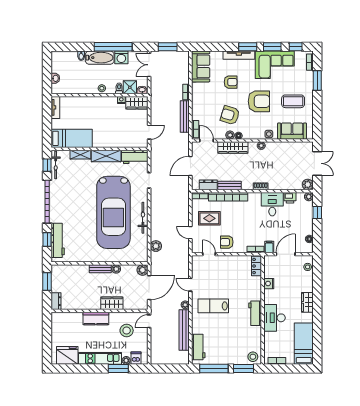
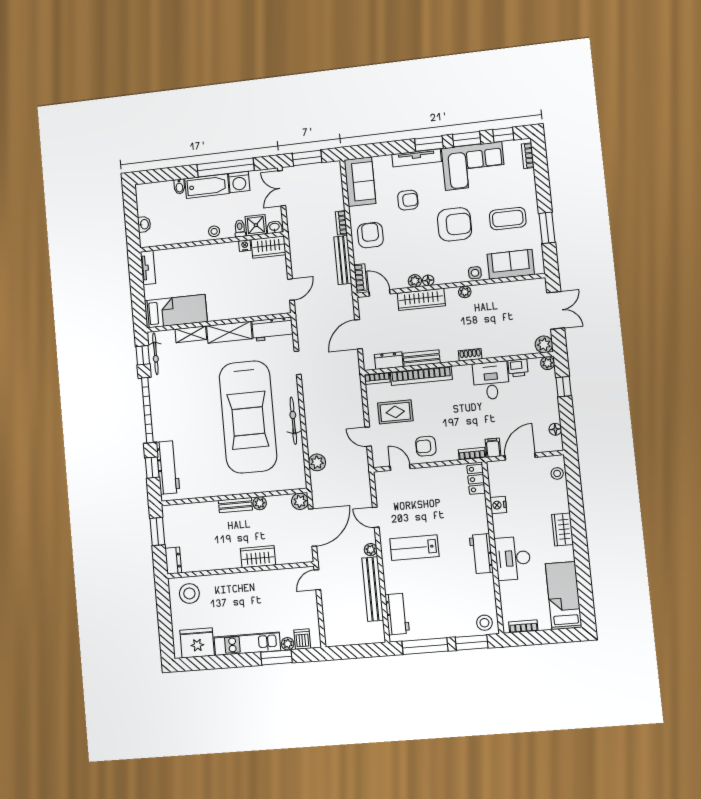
window: (317, 80) -> (547, 228), moved
armchair: (230, 115) -> (370, 235), moved, turned 73
kitchen counter: (96, 319) -> (236, 582), removed
stool: (127, 331) -> (189, 593), moved

